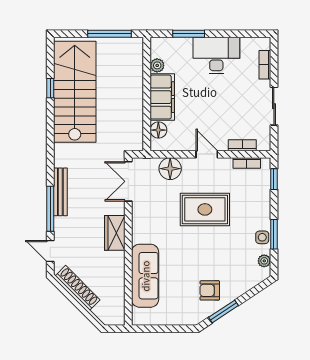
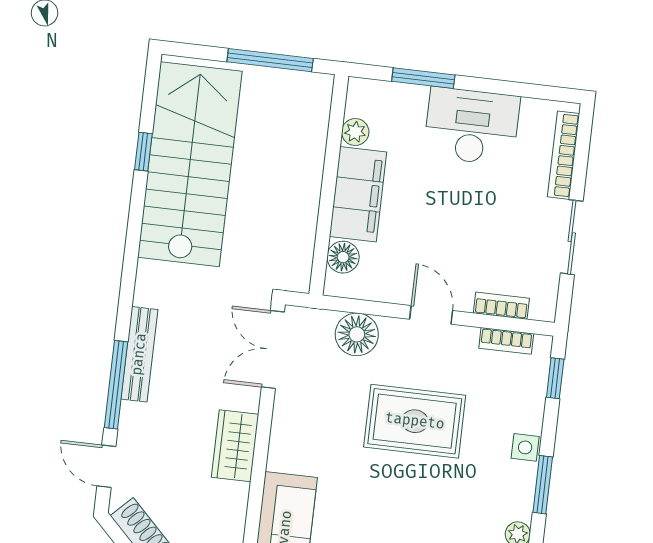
bookcase: (265, 65) -> (564, 155), width x1.56
side table: (262, 237) -> (525, 447), moved

